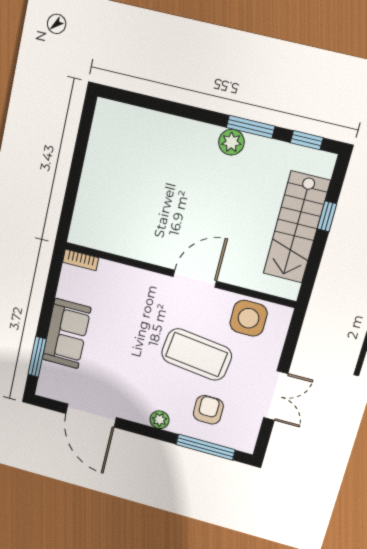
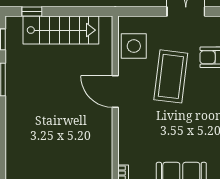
plant: (231, 142) -> (14, 90), removed
window: (327, 216) -> (32, 11), moved

